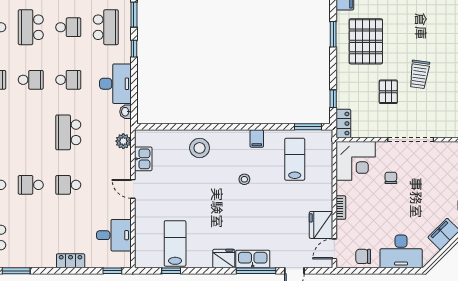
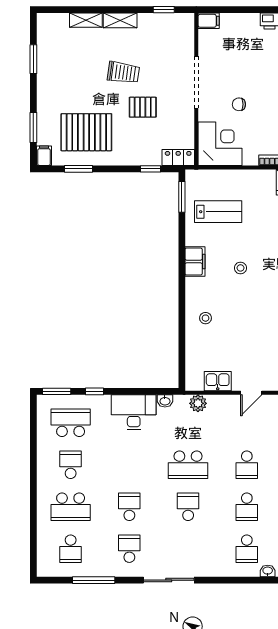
school desk: (68, 80) -> (188, 507), moved
filing cabinet: (257, 139) -> (195, 262), width x2.00
stool: (200, 148) -> (206, 318), width x0.53, depth x0.53
lab bench: (295, 159) -> (218, 212), turned 180

